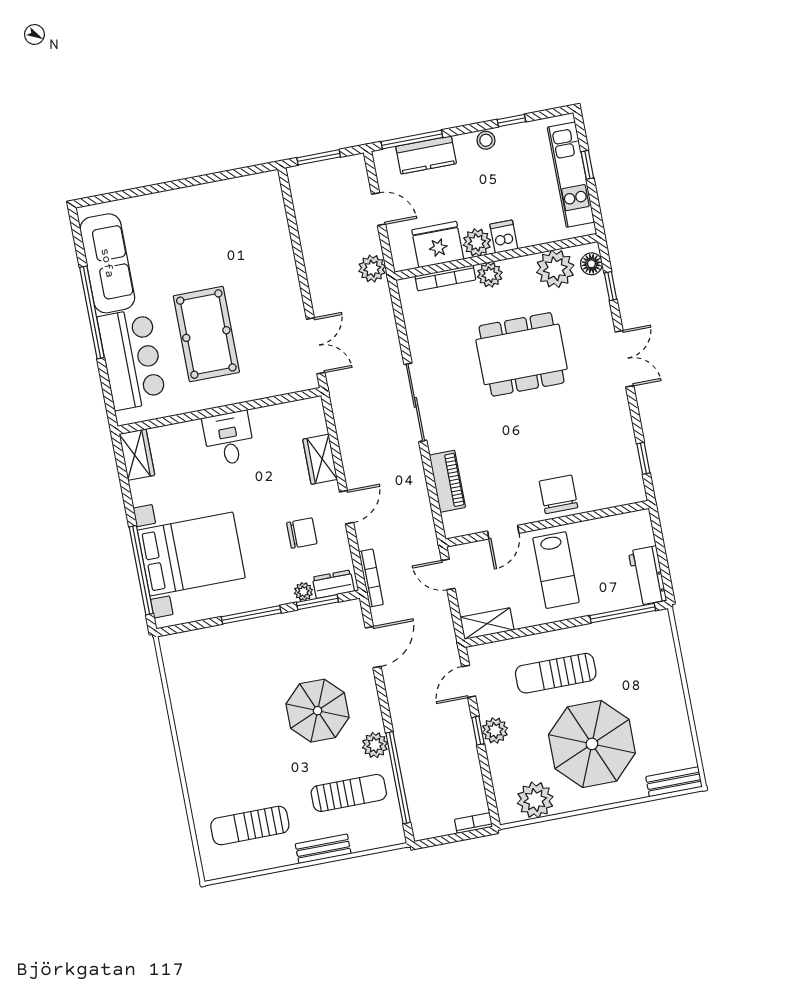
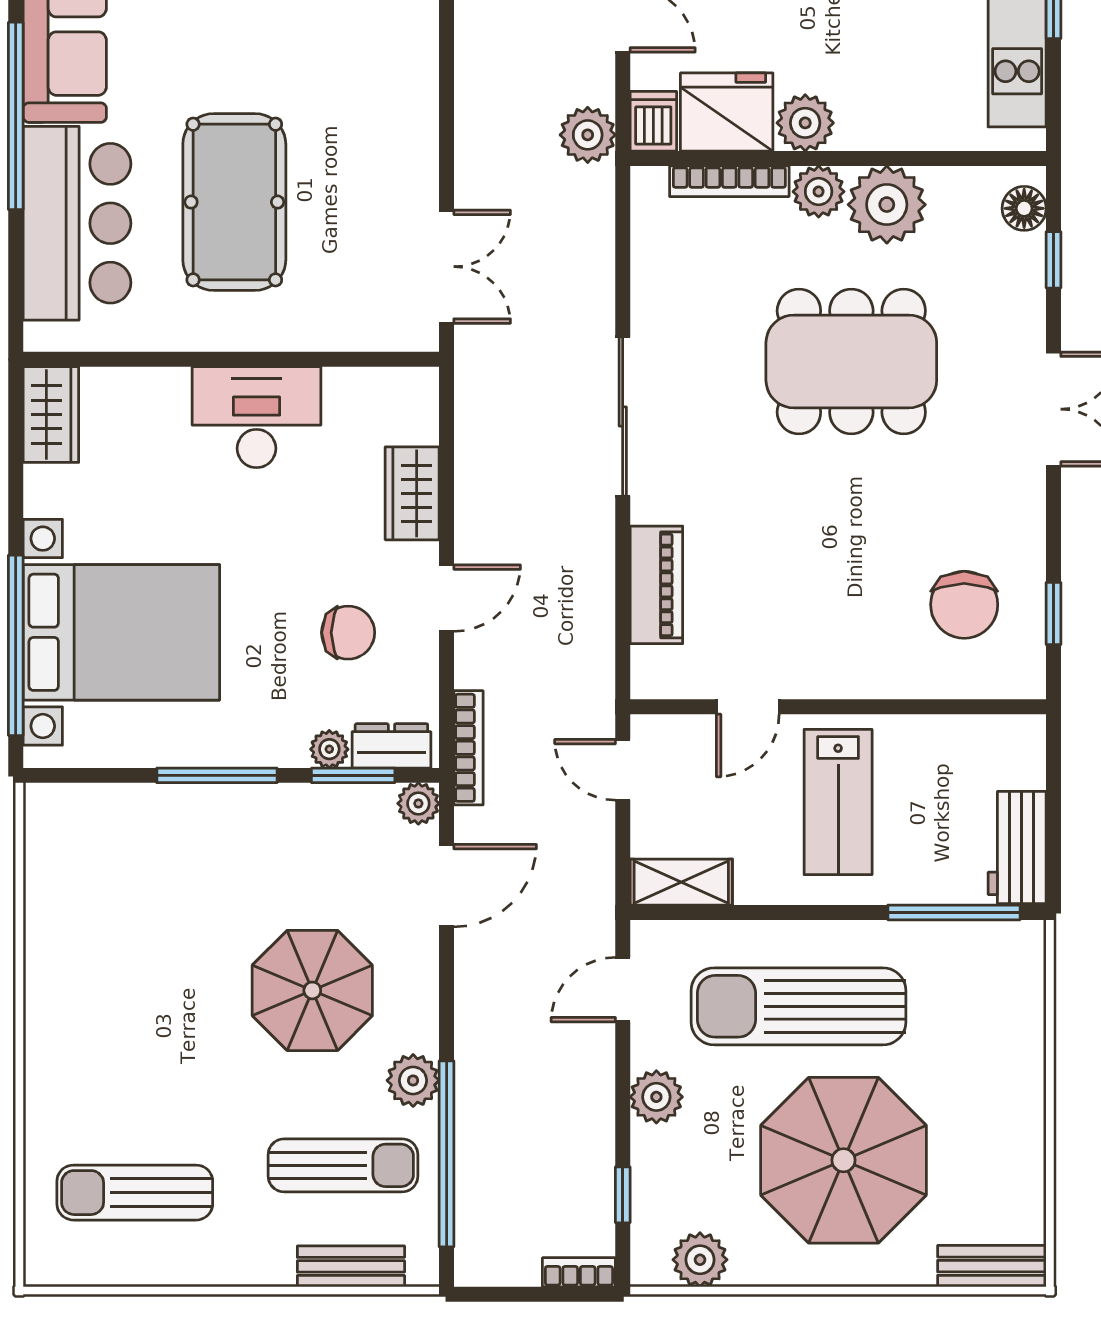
dishwasher: (504, 237) -> (653, 121), moved
plant: (555, 269) -> (887, 205), moved
desk: (229, 438) -> (256, 417), width x1.37
chair: (559, 494) -> (964, 605), moved, turned 180
plant: (352, 610) -> (418, 803), added
sun lounger: (556, 673) -> (799, 1006), width x1.36, depth x1.34
window: (478, 731) -> (623, 1195), moved
plant: (535, 800) -> (700, 1260), width x0.73, depth x0.73
bench: (323, 849) -> (351, 1266), moved

